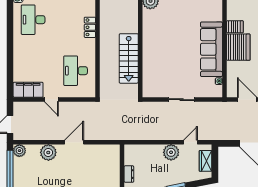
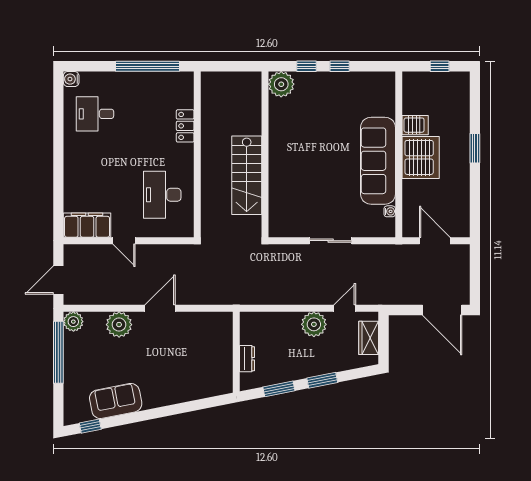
desk: (33, 20) -> (95, 114), width x0.73

